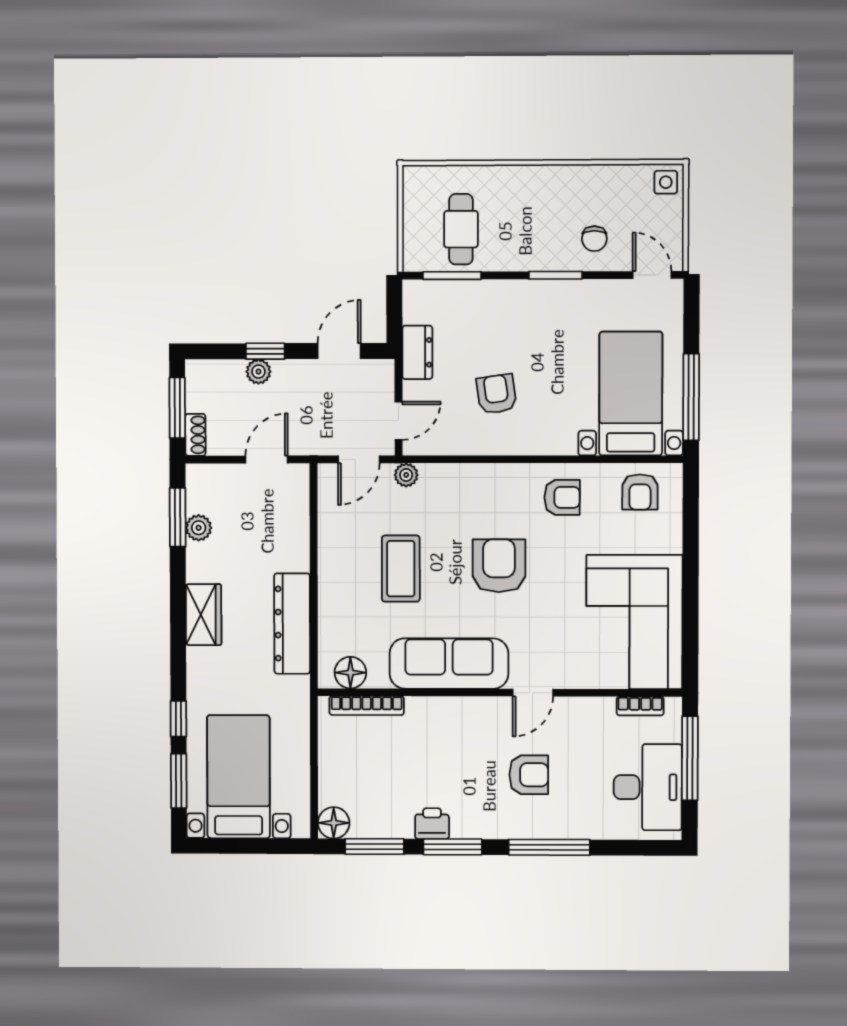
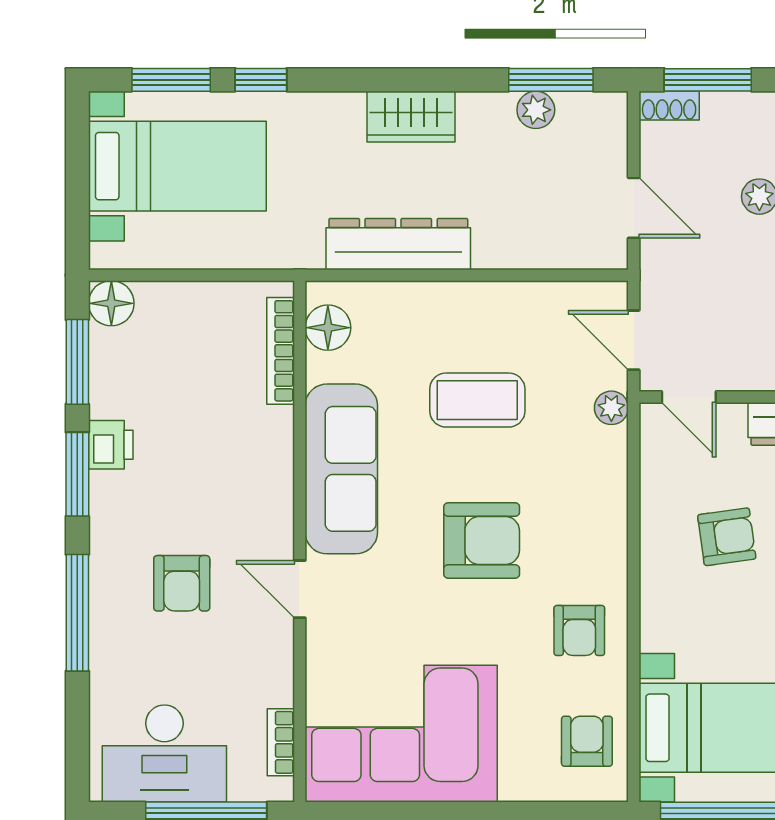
armchair: (640, 492) -> (587, 741), turned 90

